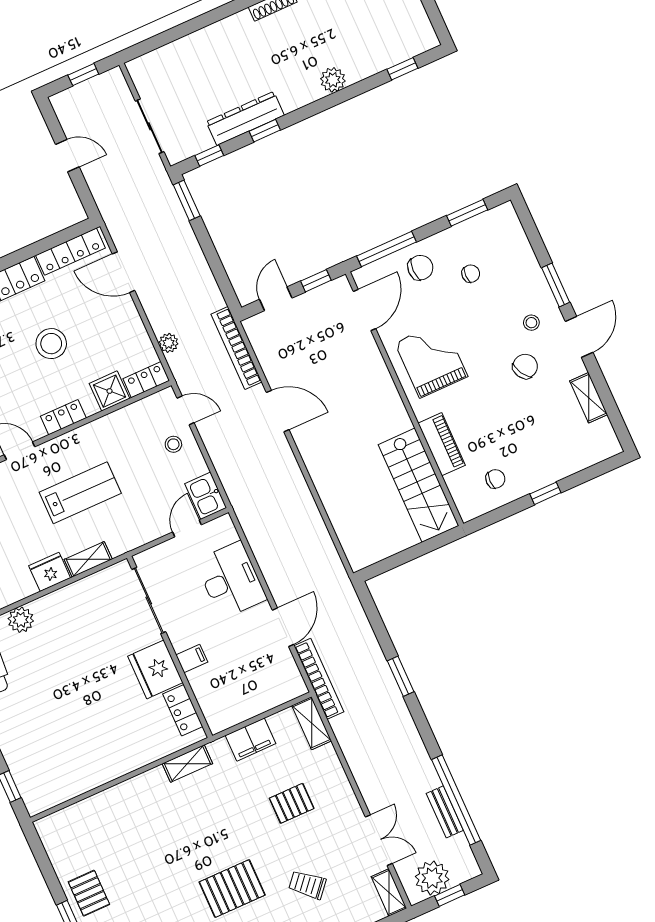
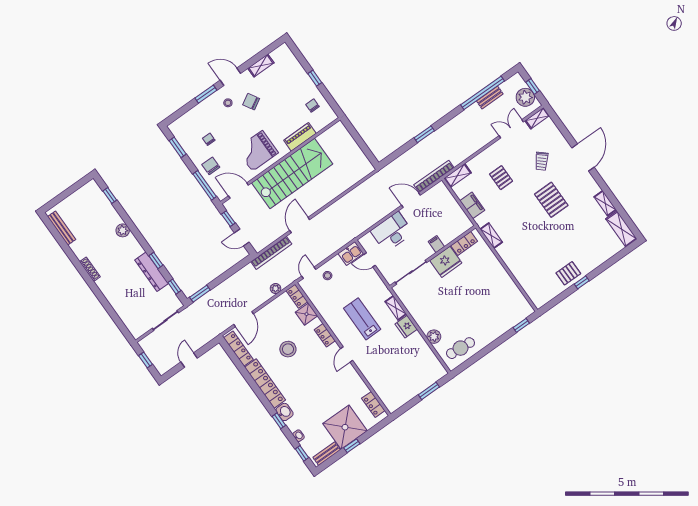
stairs: (419, 485) -> (292, 173), moved, width x1.36, depth x1.51

